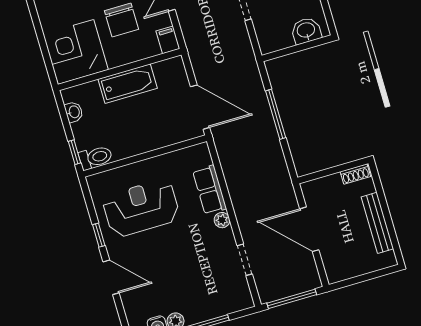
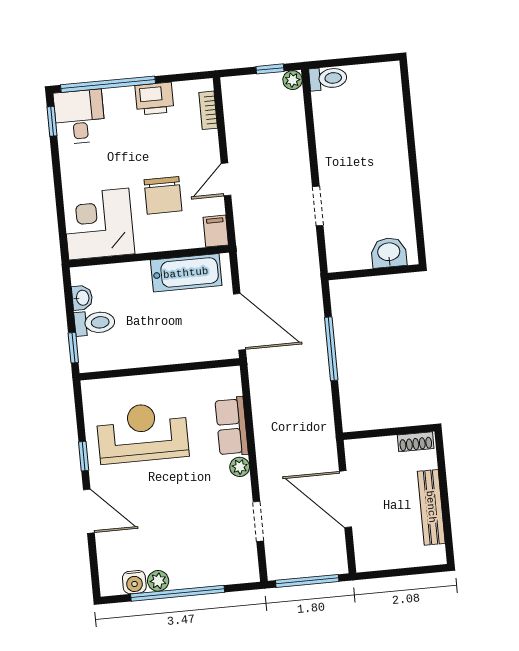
bathtub: (128, 84) -> (186, 273), moved
toilet: (96, 157) -> (95, 323), moved

